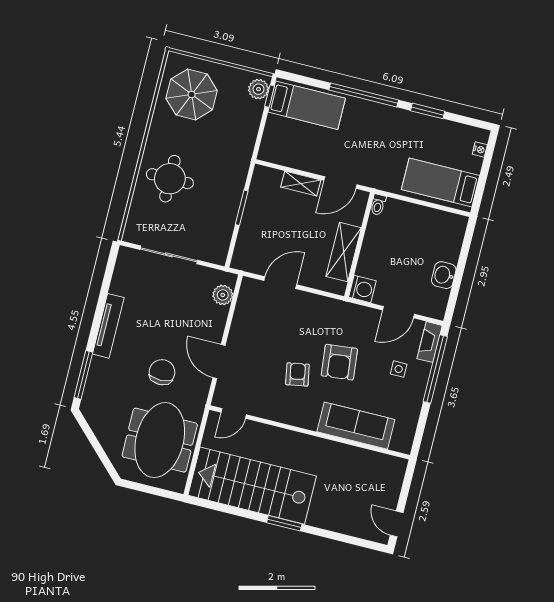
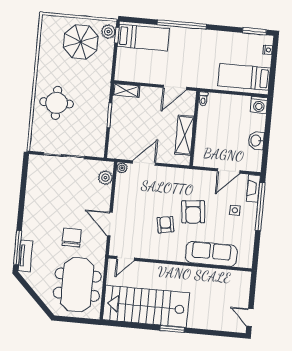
parasol: (192, 94) -> (81, 42), moved
window: (428, 111) -> (254, 31), moved
shelving: (301, 184) -> (126, 90), moved
plant: (248, 285) -> (122, 168), added
washing machine: (362, 289) -> (259, 105), moved, turned 90
tv unit: (108, 326) -> (25, 256), moved, width x0.71

